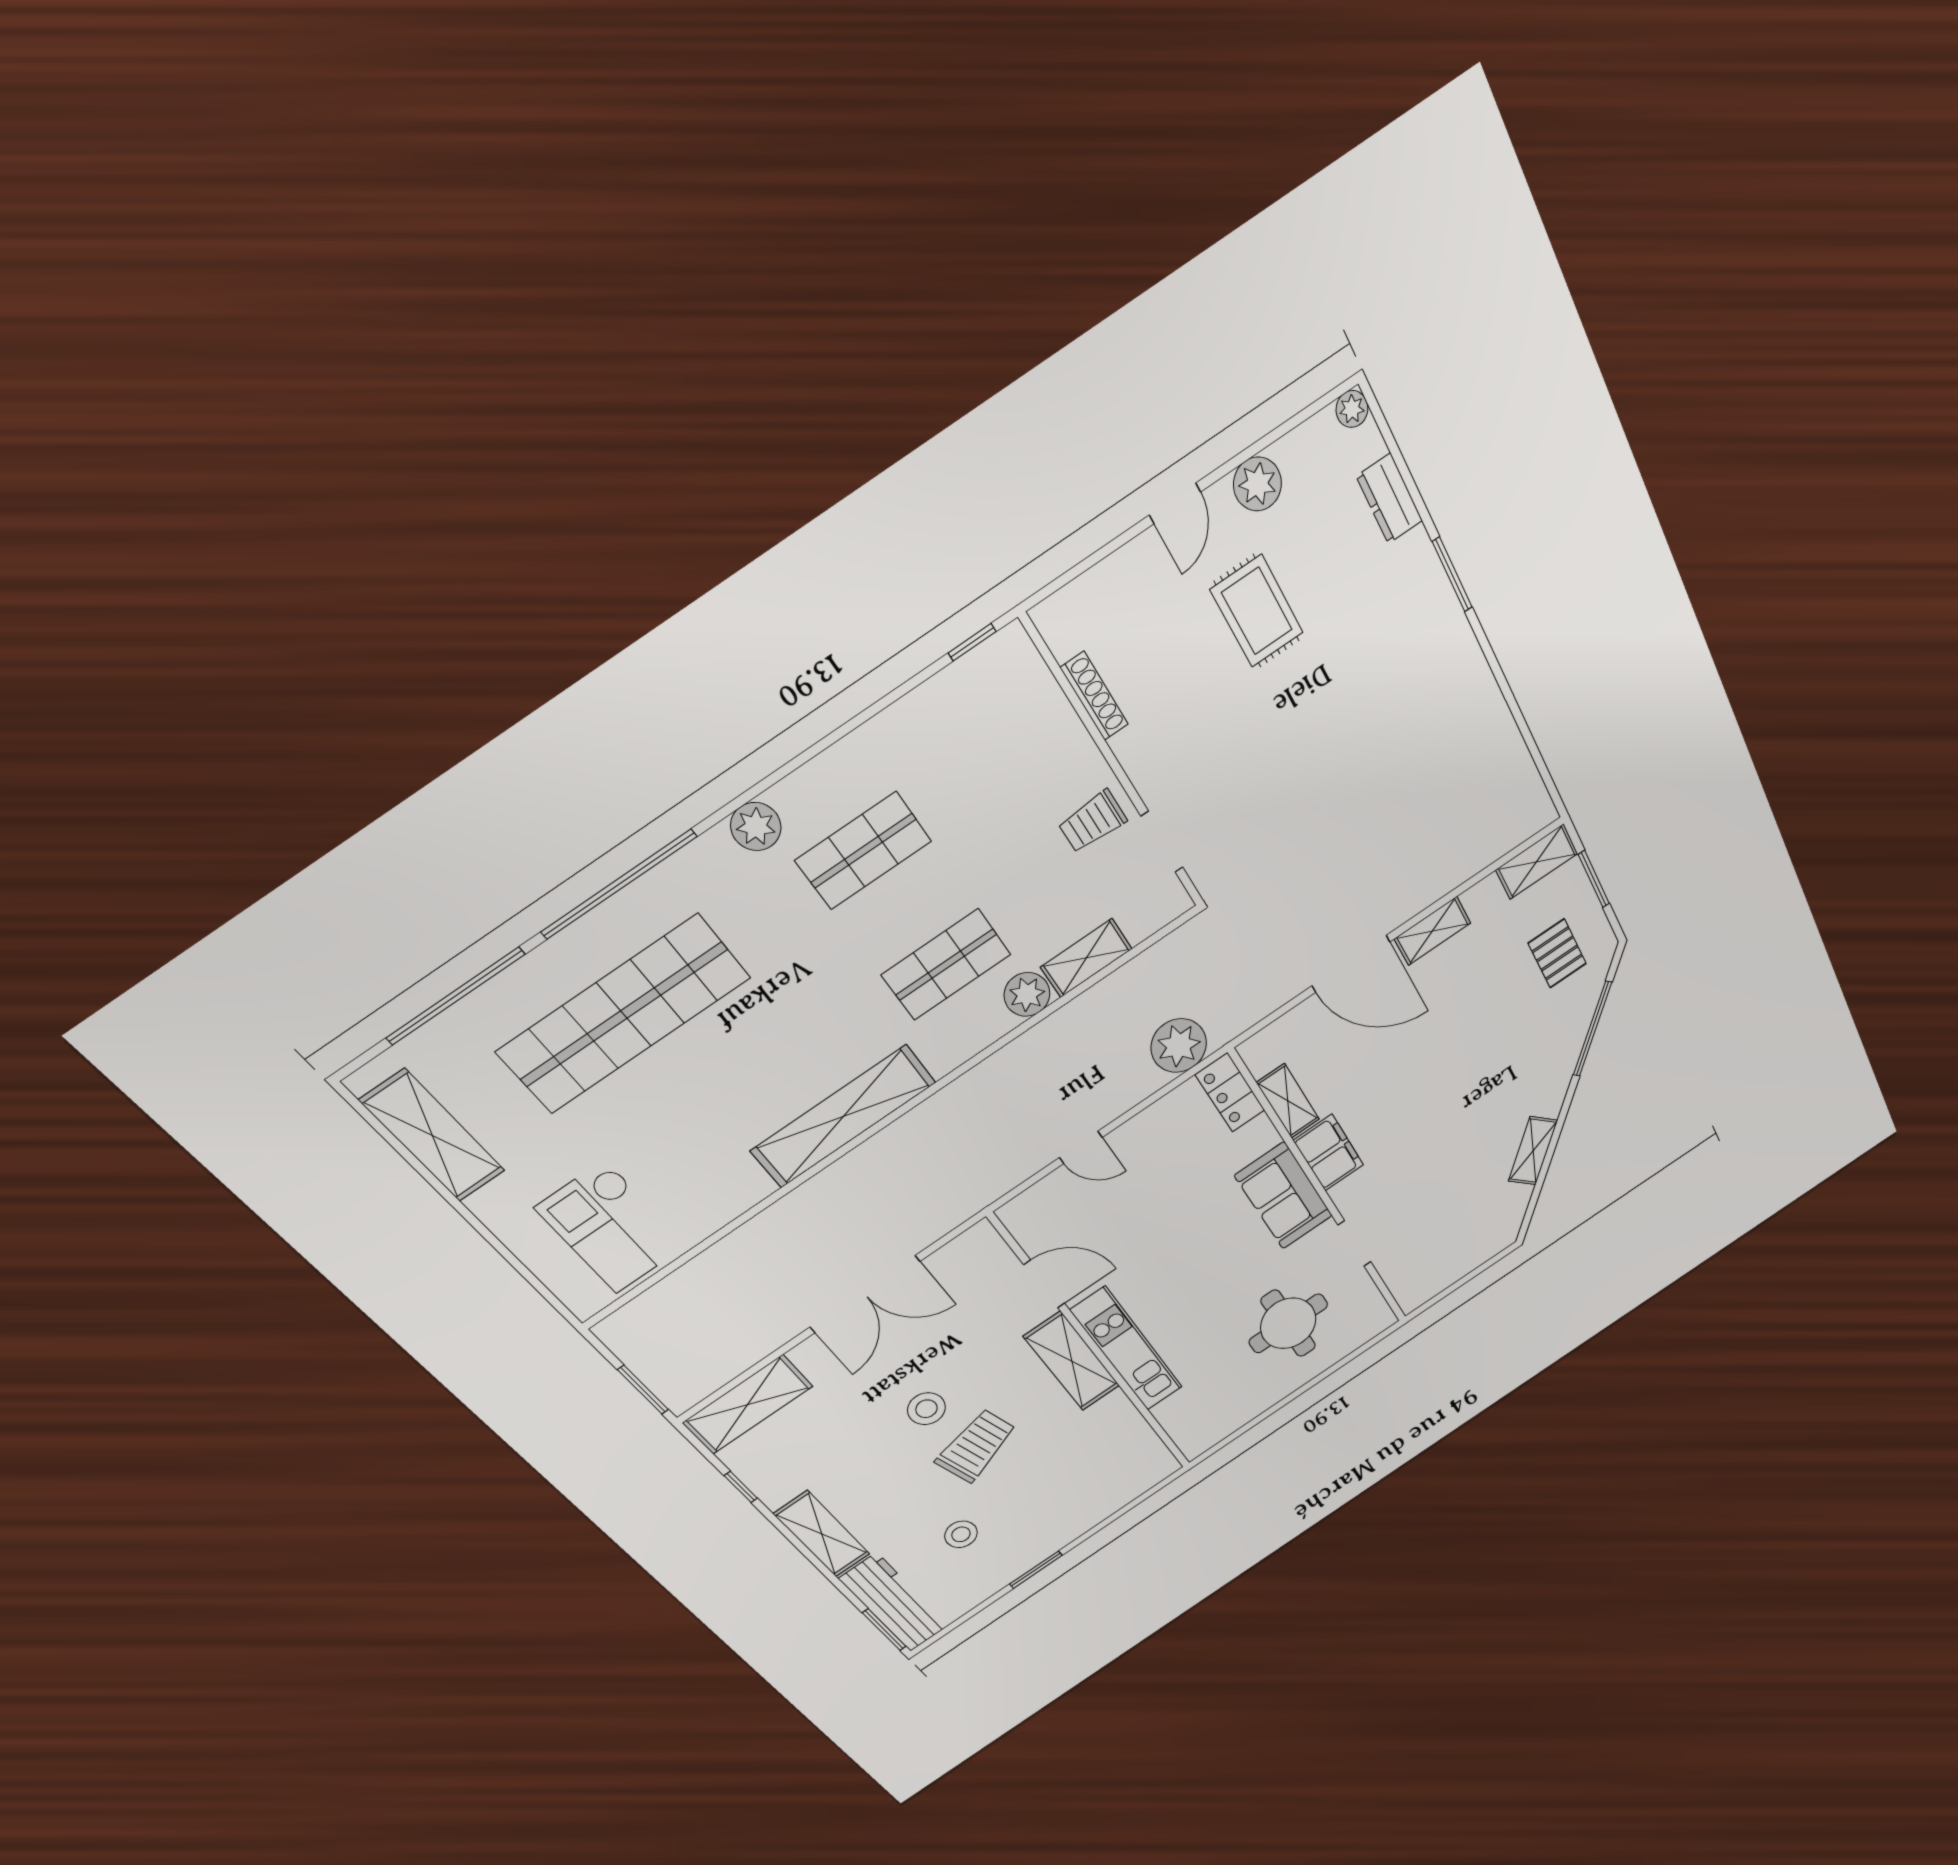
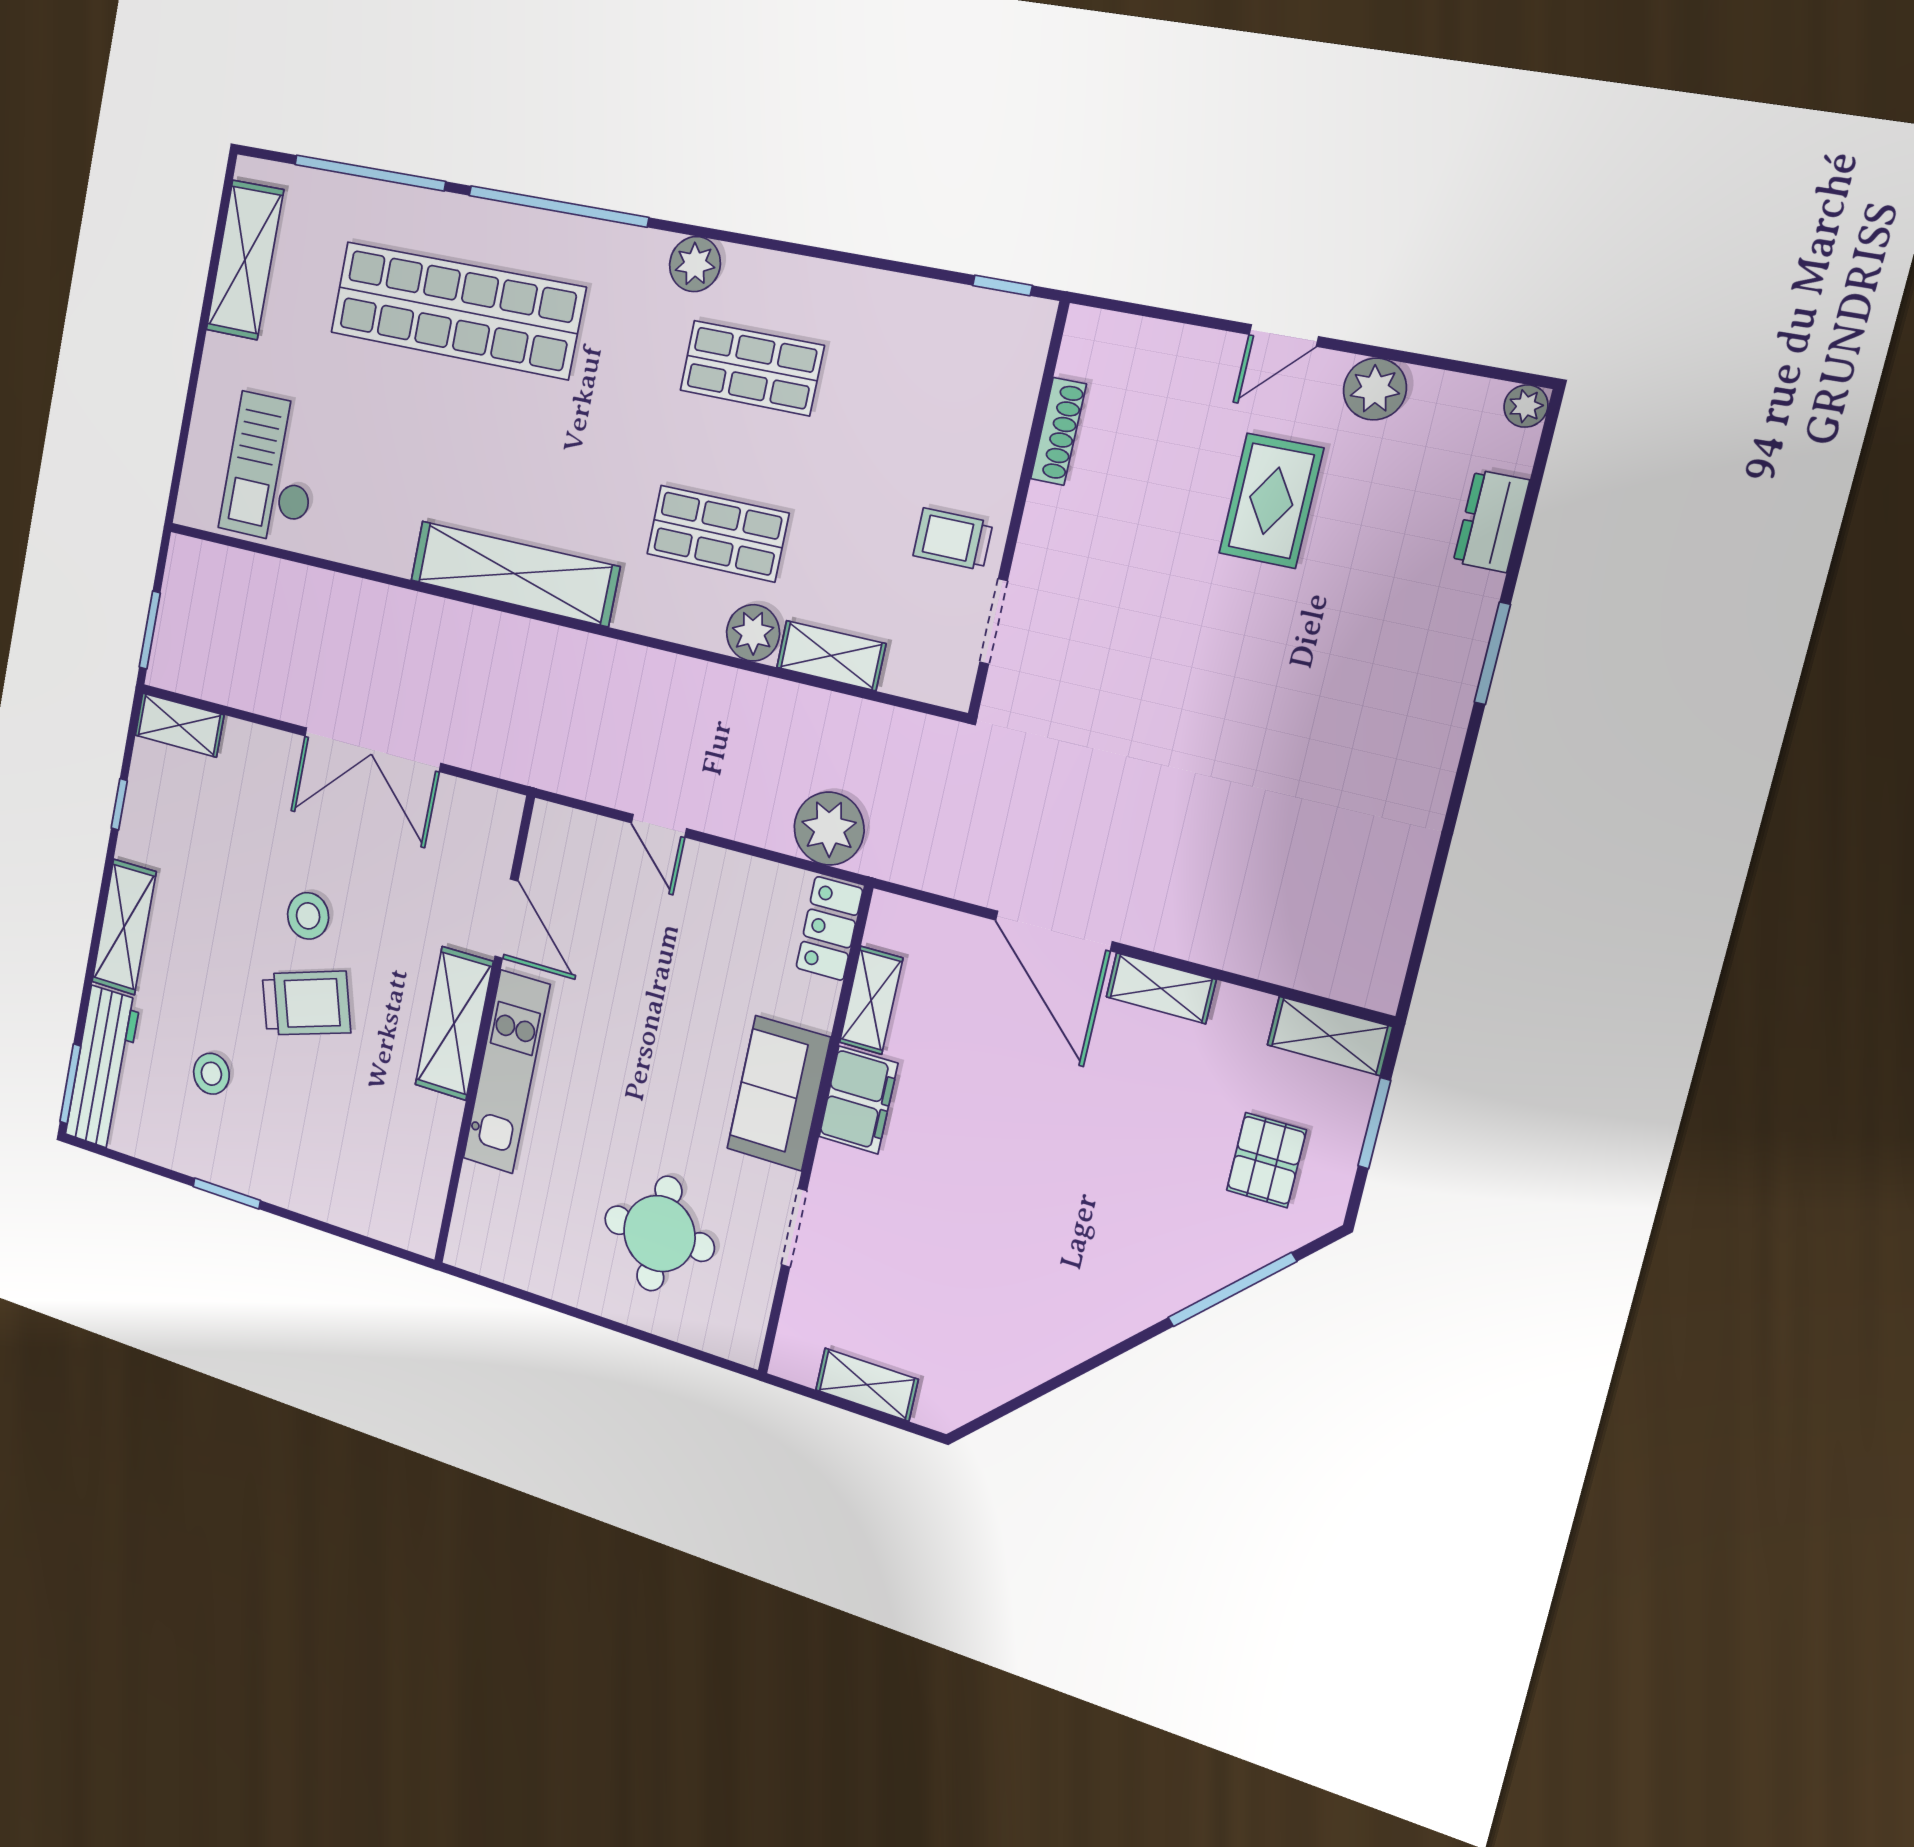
shelving: (1533, 1151) -> (867, 1385), moved, turned 45
shelving: (748, 1405) -> (179, 725), width x0.67, depth x0.75

